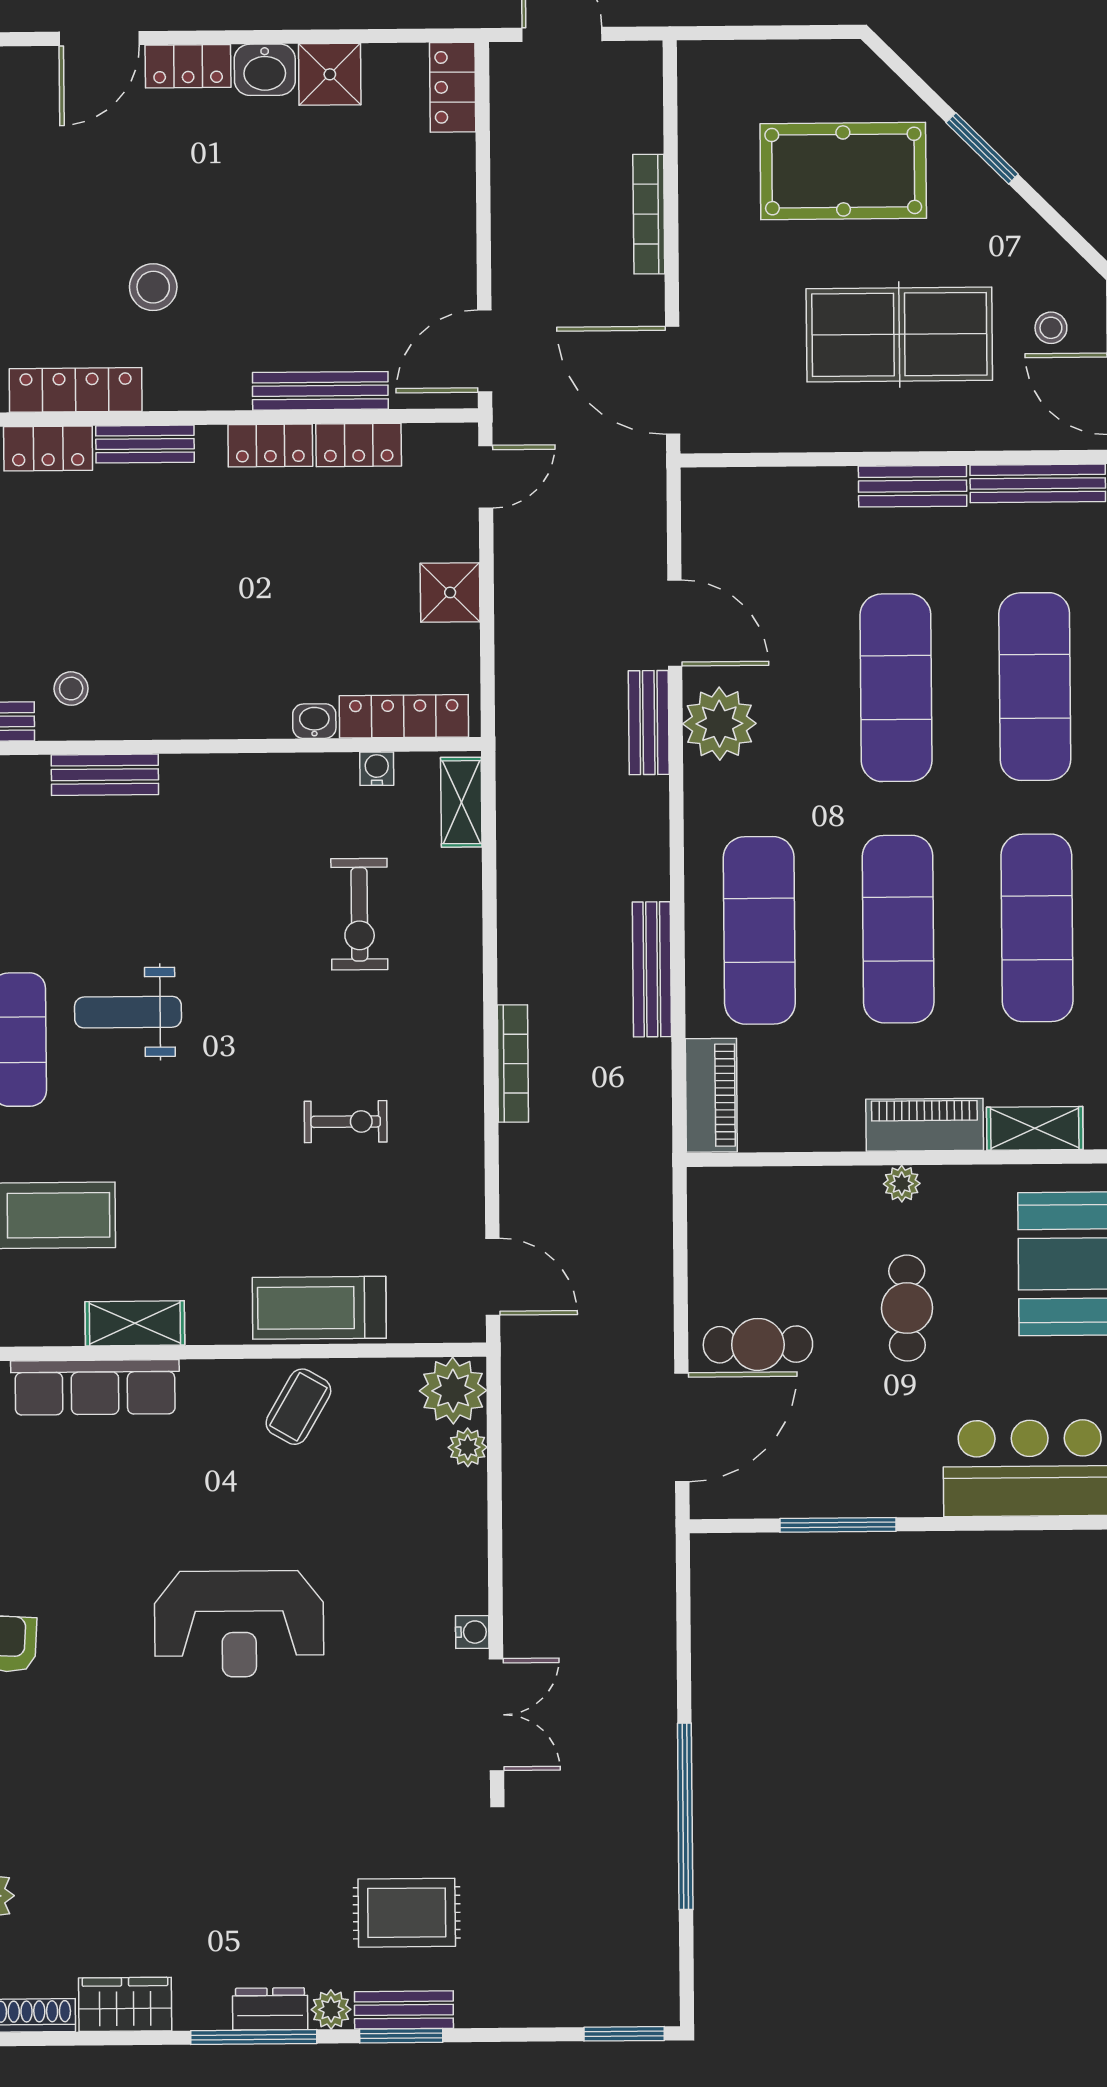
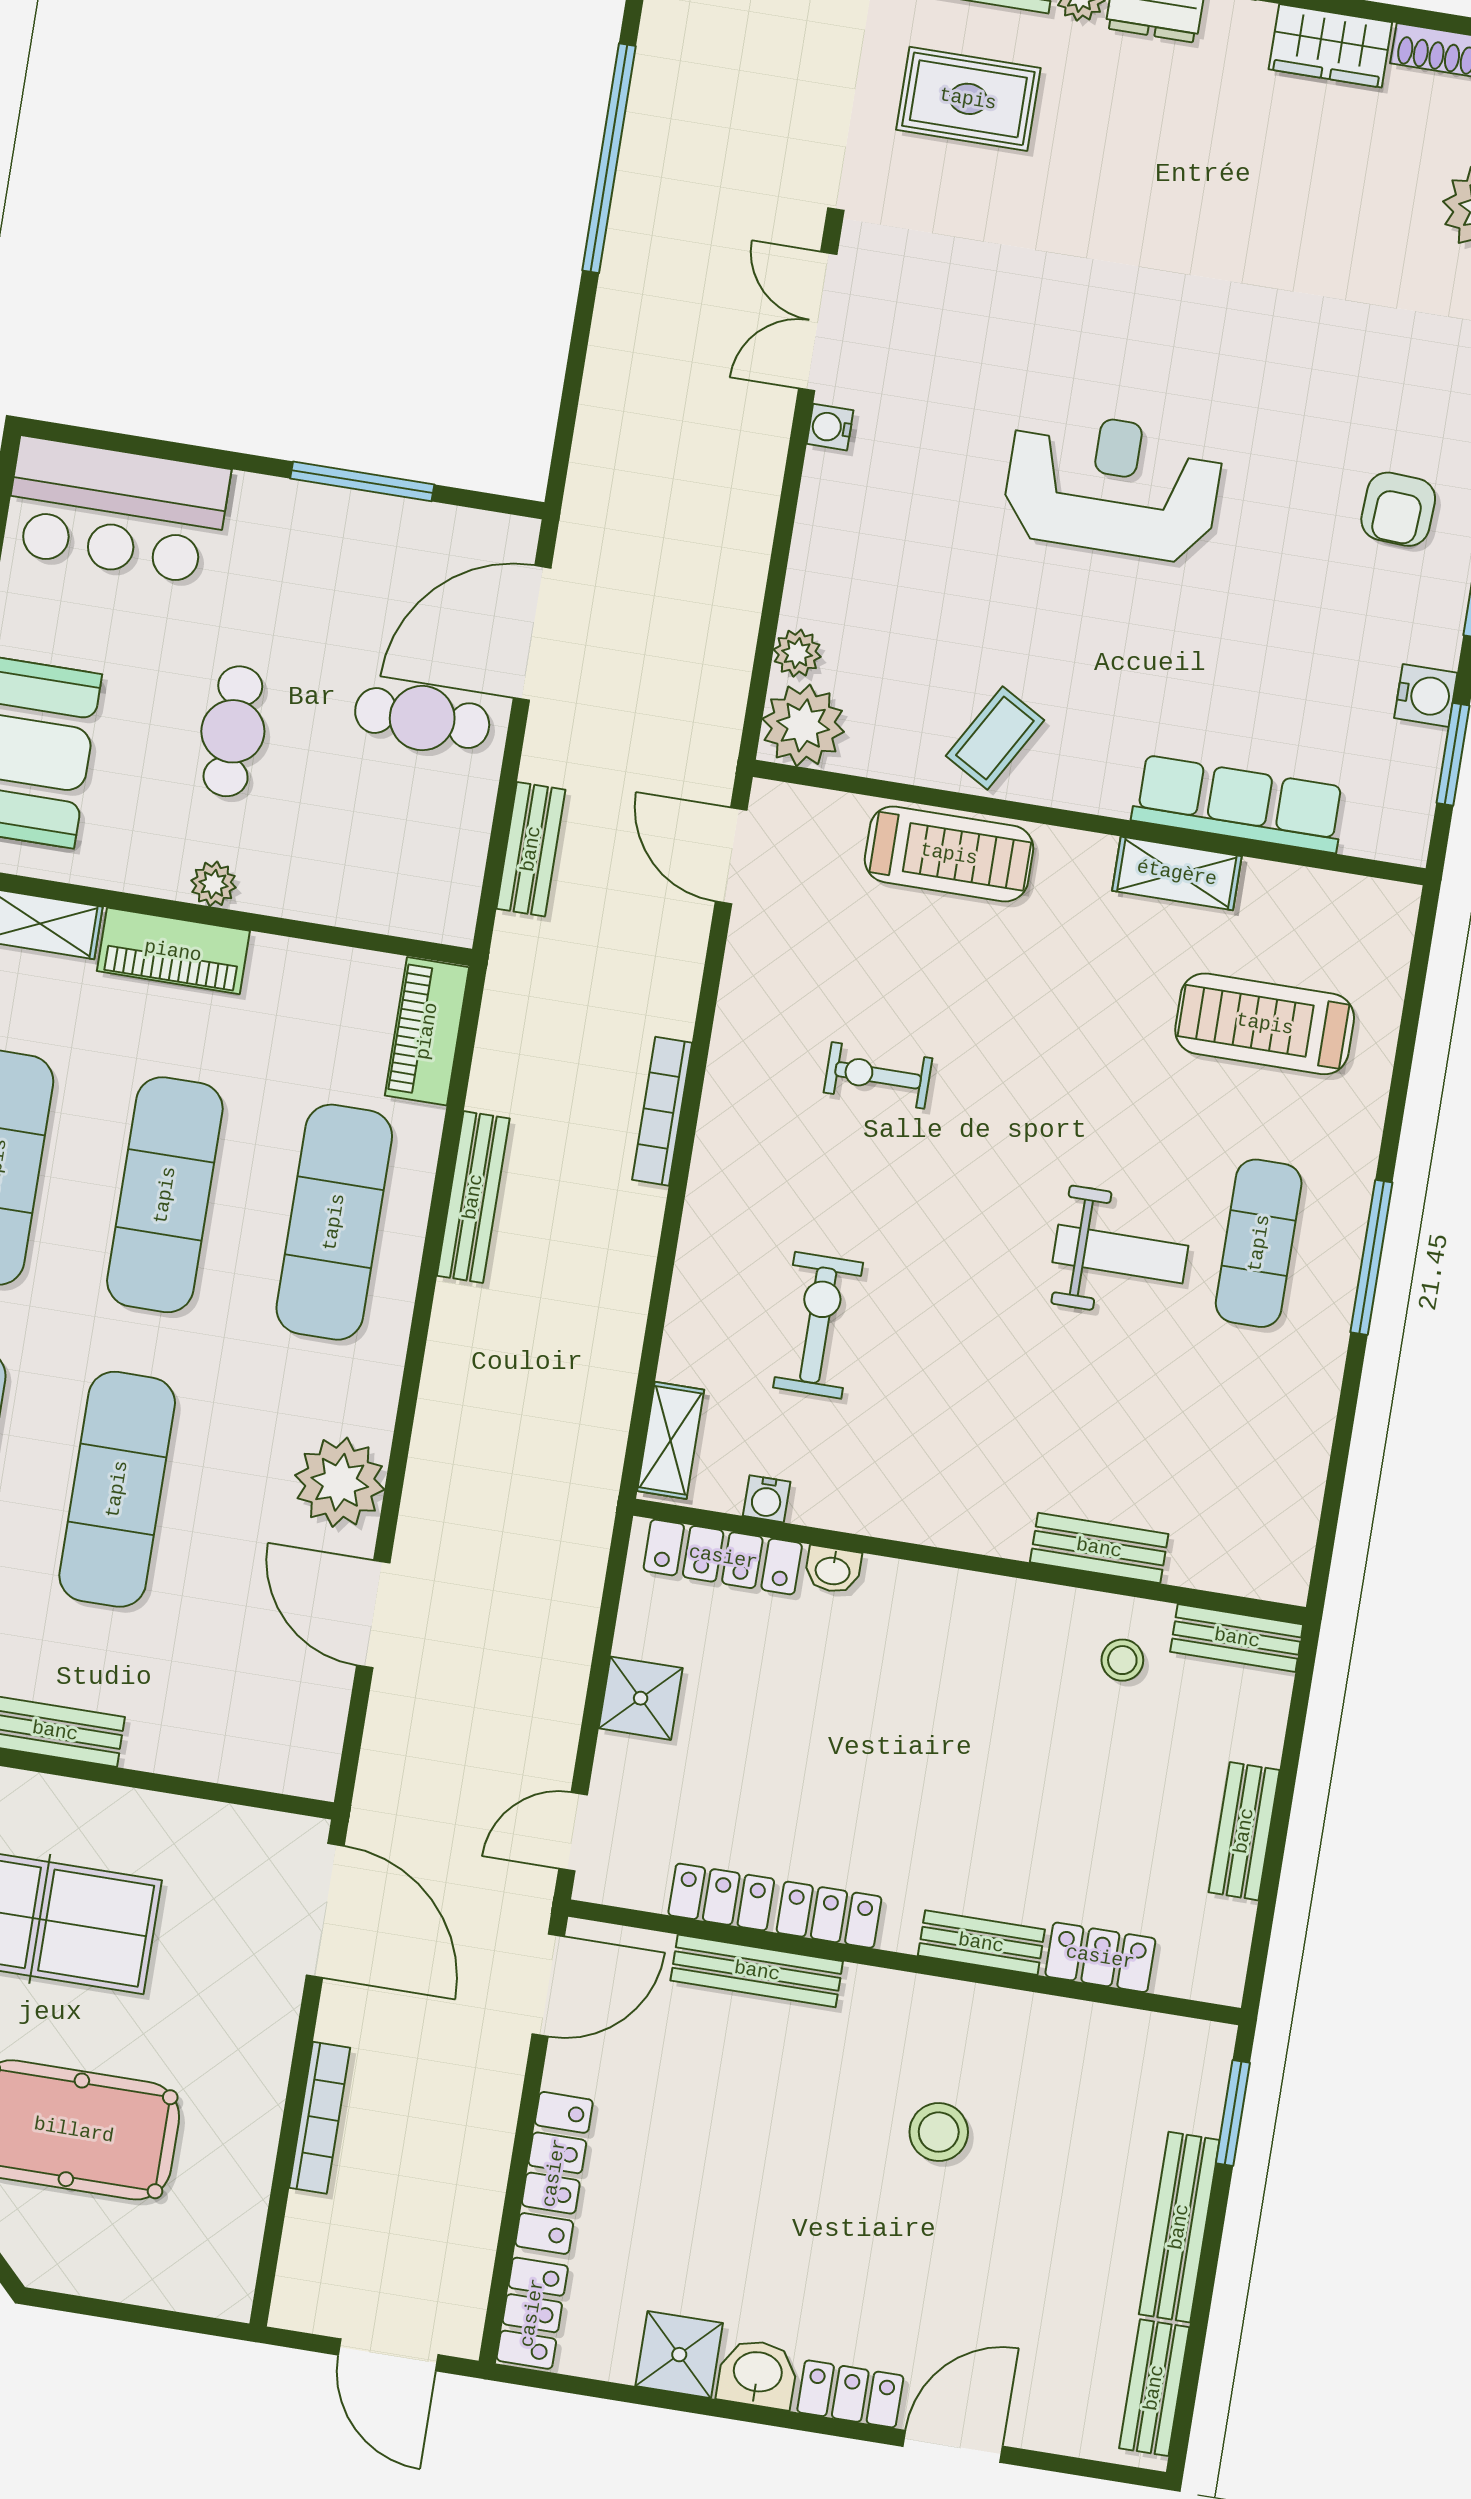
locker: (76, 390) -> (554, 2173), moved, turned -90
bench: (649, 723) -> (531, 849), moved

